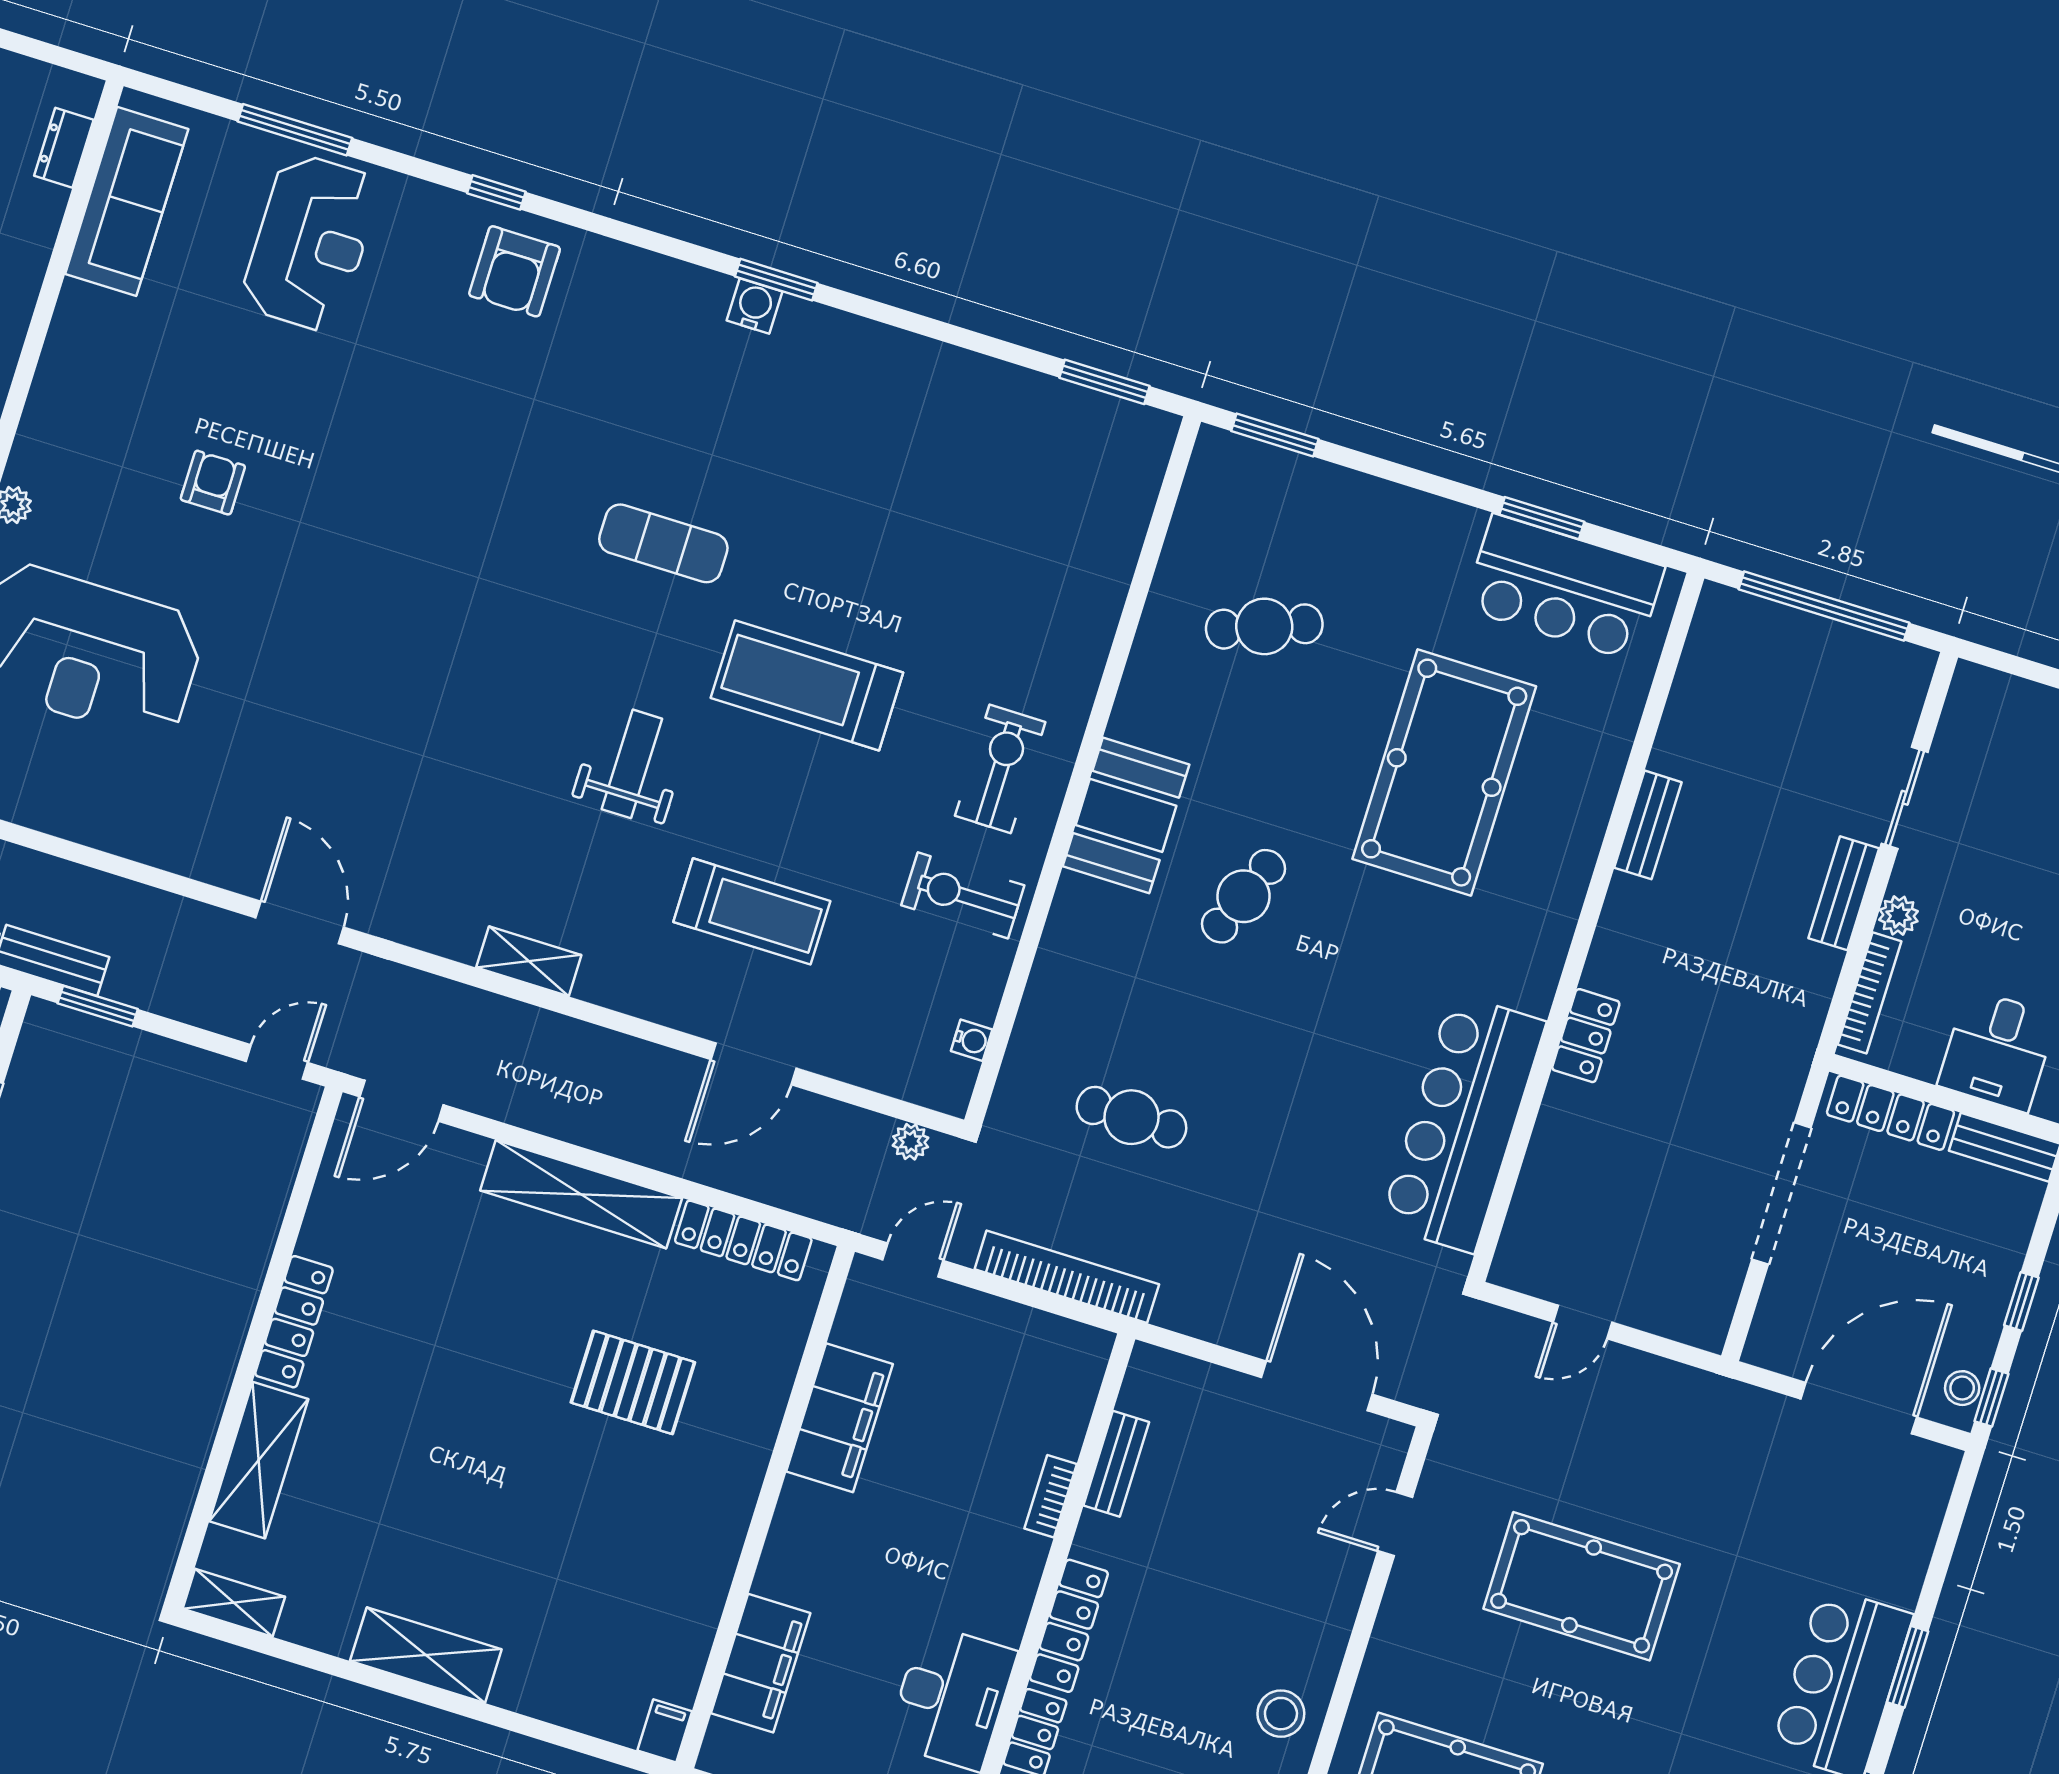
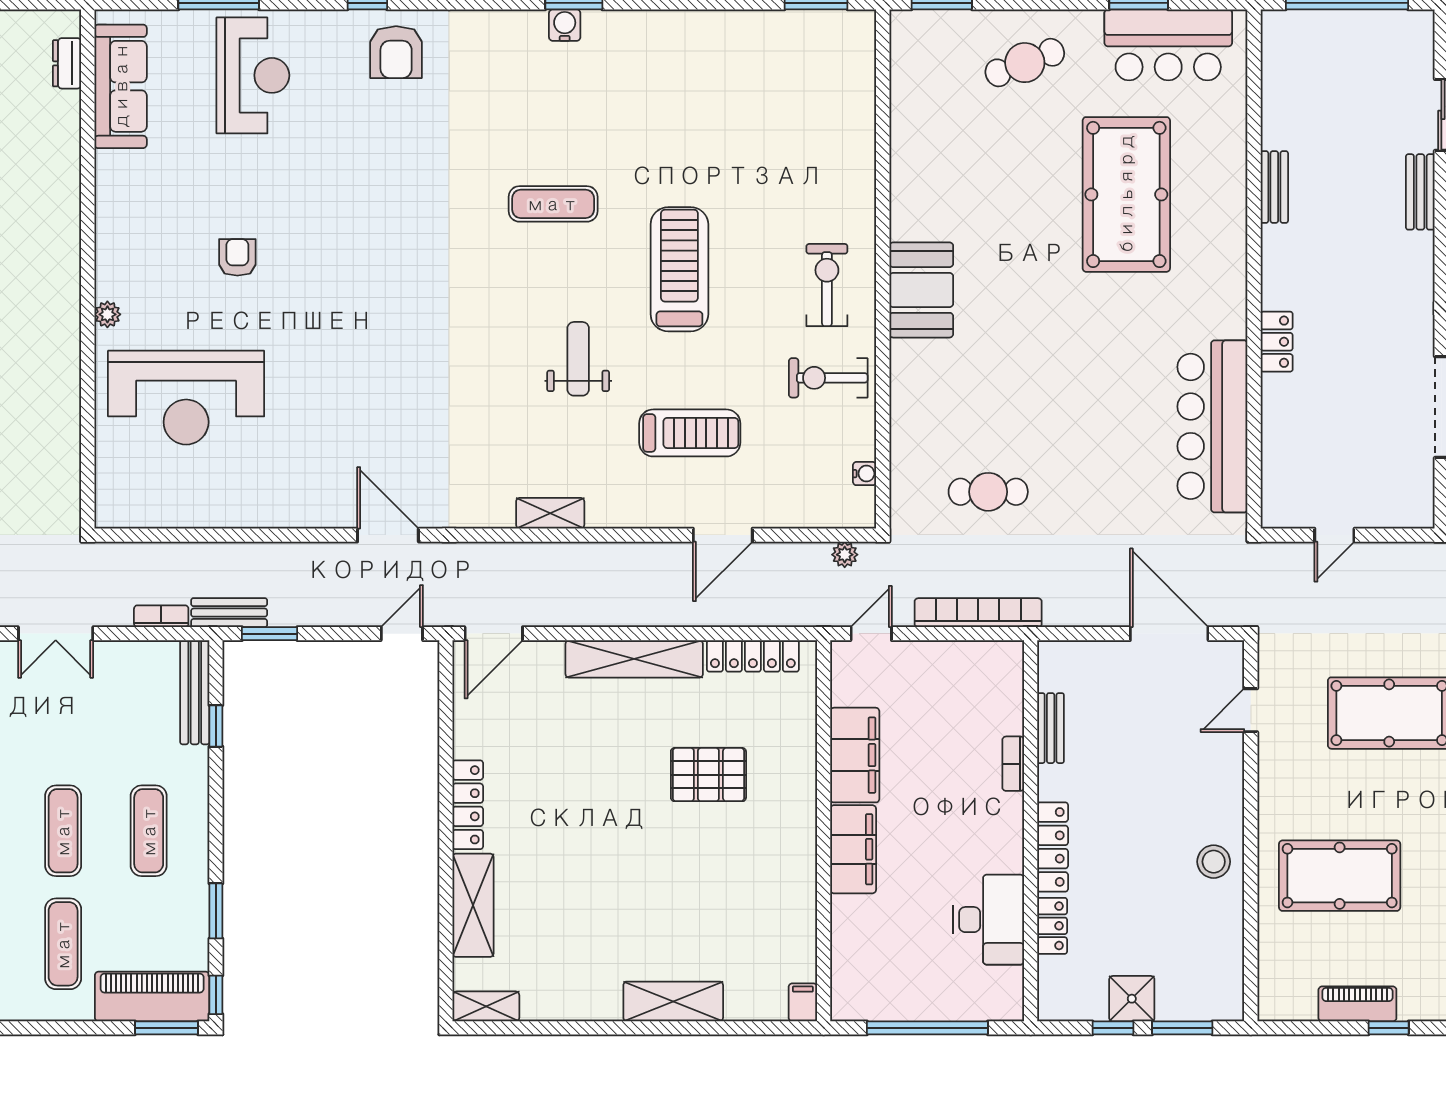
cafe table: (1264, 626) -> (1025, 63), moved
treadmill: (807, 685) -> (679, 269), turned 90
cafe table: (1244, 896) -> (1017, 320), removed
shelving: (426, 1655) -> (673, 1001), moved
filing cabinet: (761, 1663) -> (853, 849), moved

